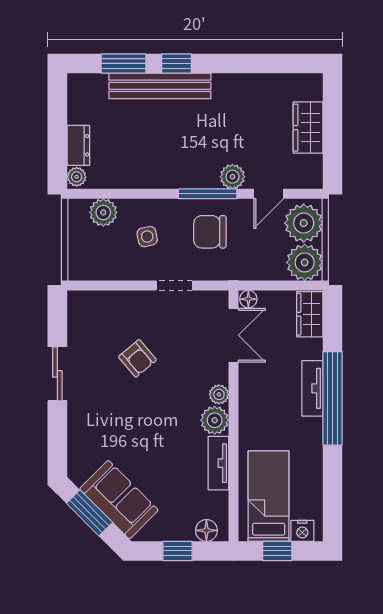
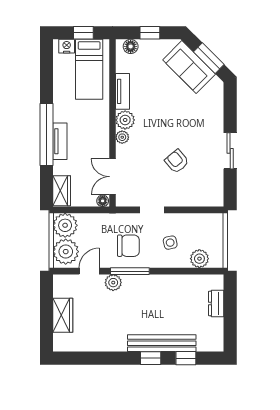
window: (124, 63) -> (186, 358), width x0.67
plant: (77, 177) -> (217, 282), removed

